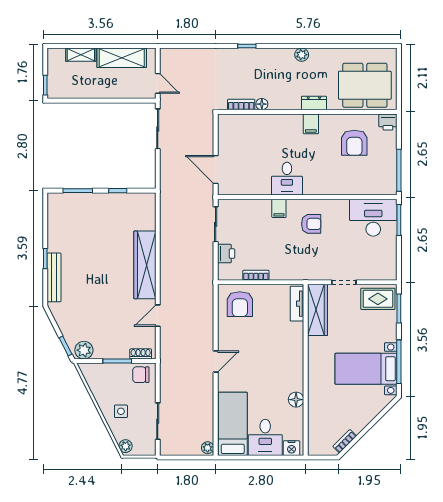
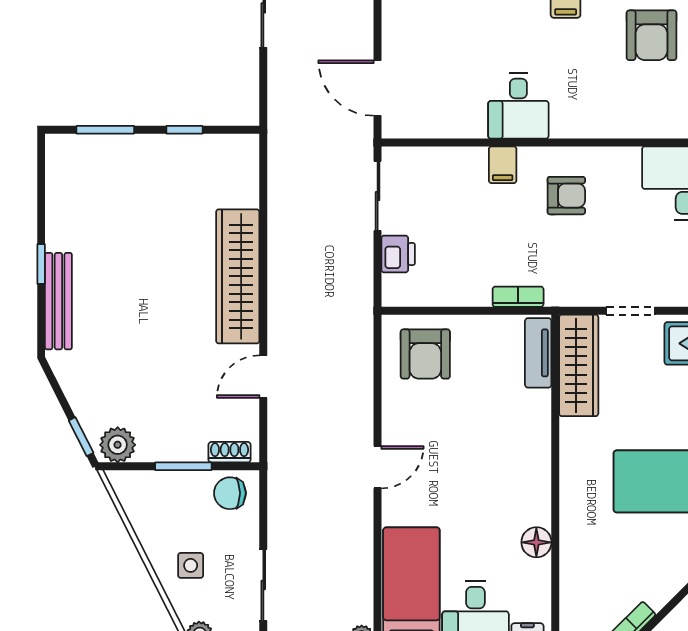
bookcase: (256, 275) -> (518, 297), moved

